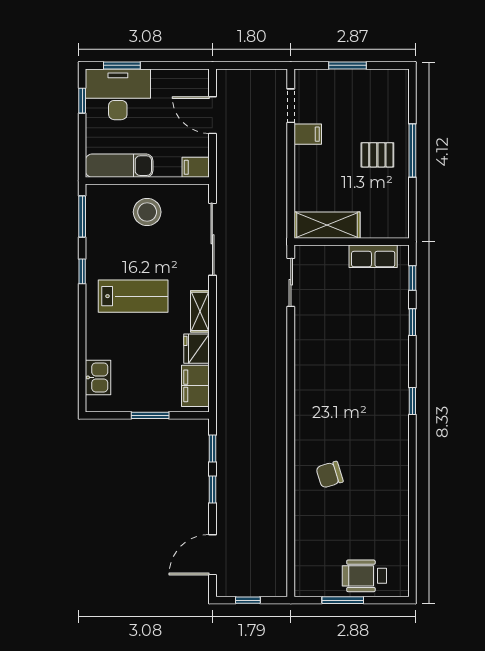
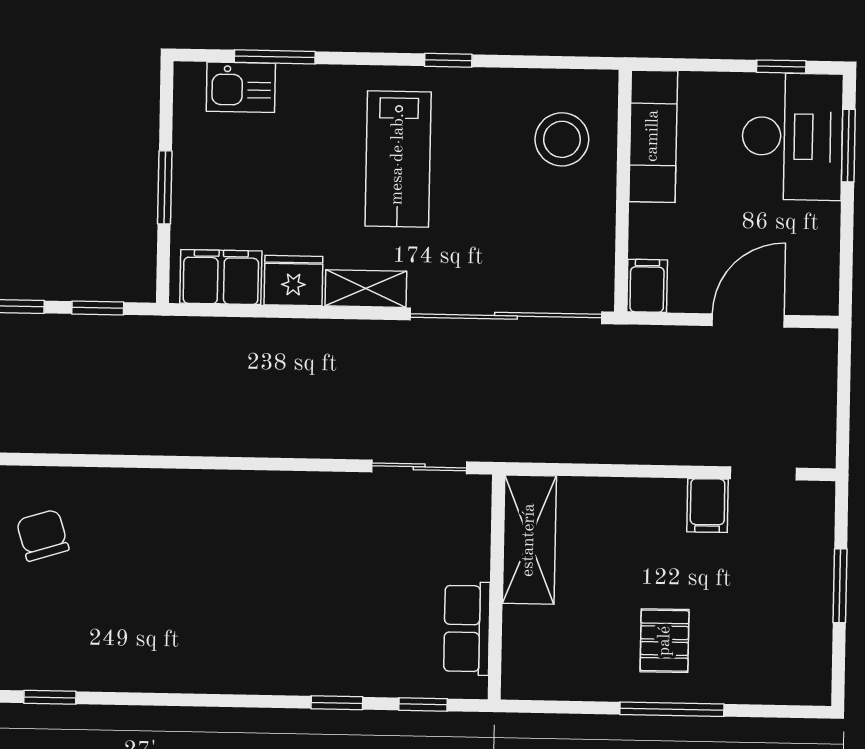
stool: (147, 212) -> (562, 139), moved
window: (82, 217) -> (275, 57), moved
sliding door: (212, 239) -> (506, 316), width x1.36
window: (412, 401) -> (50, 697), moved

